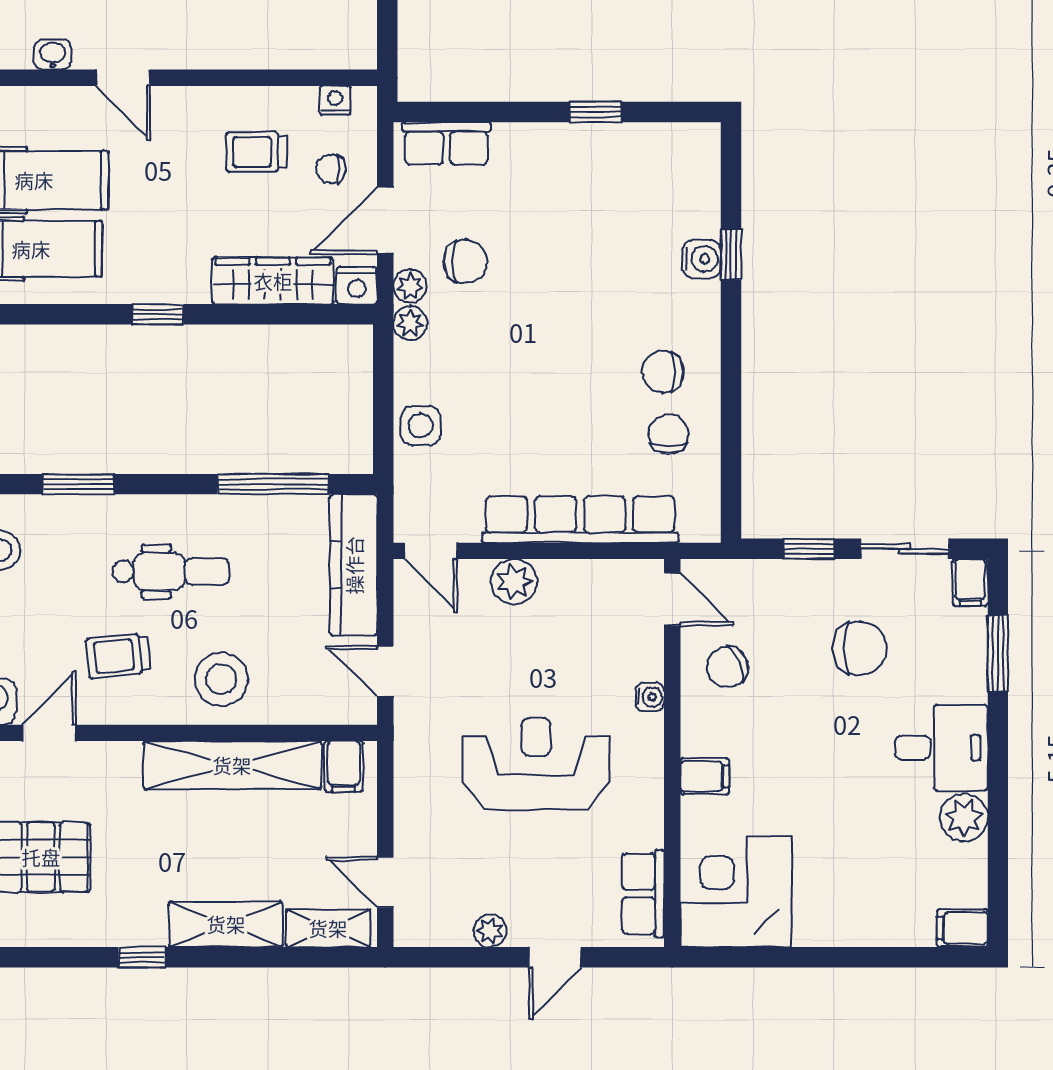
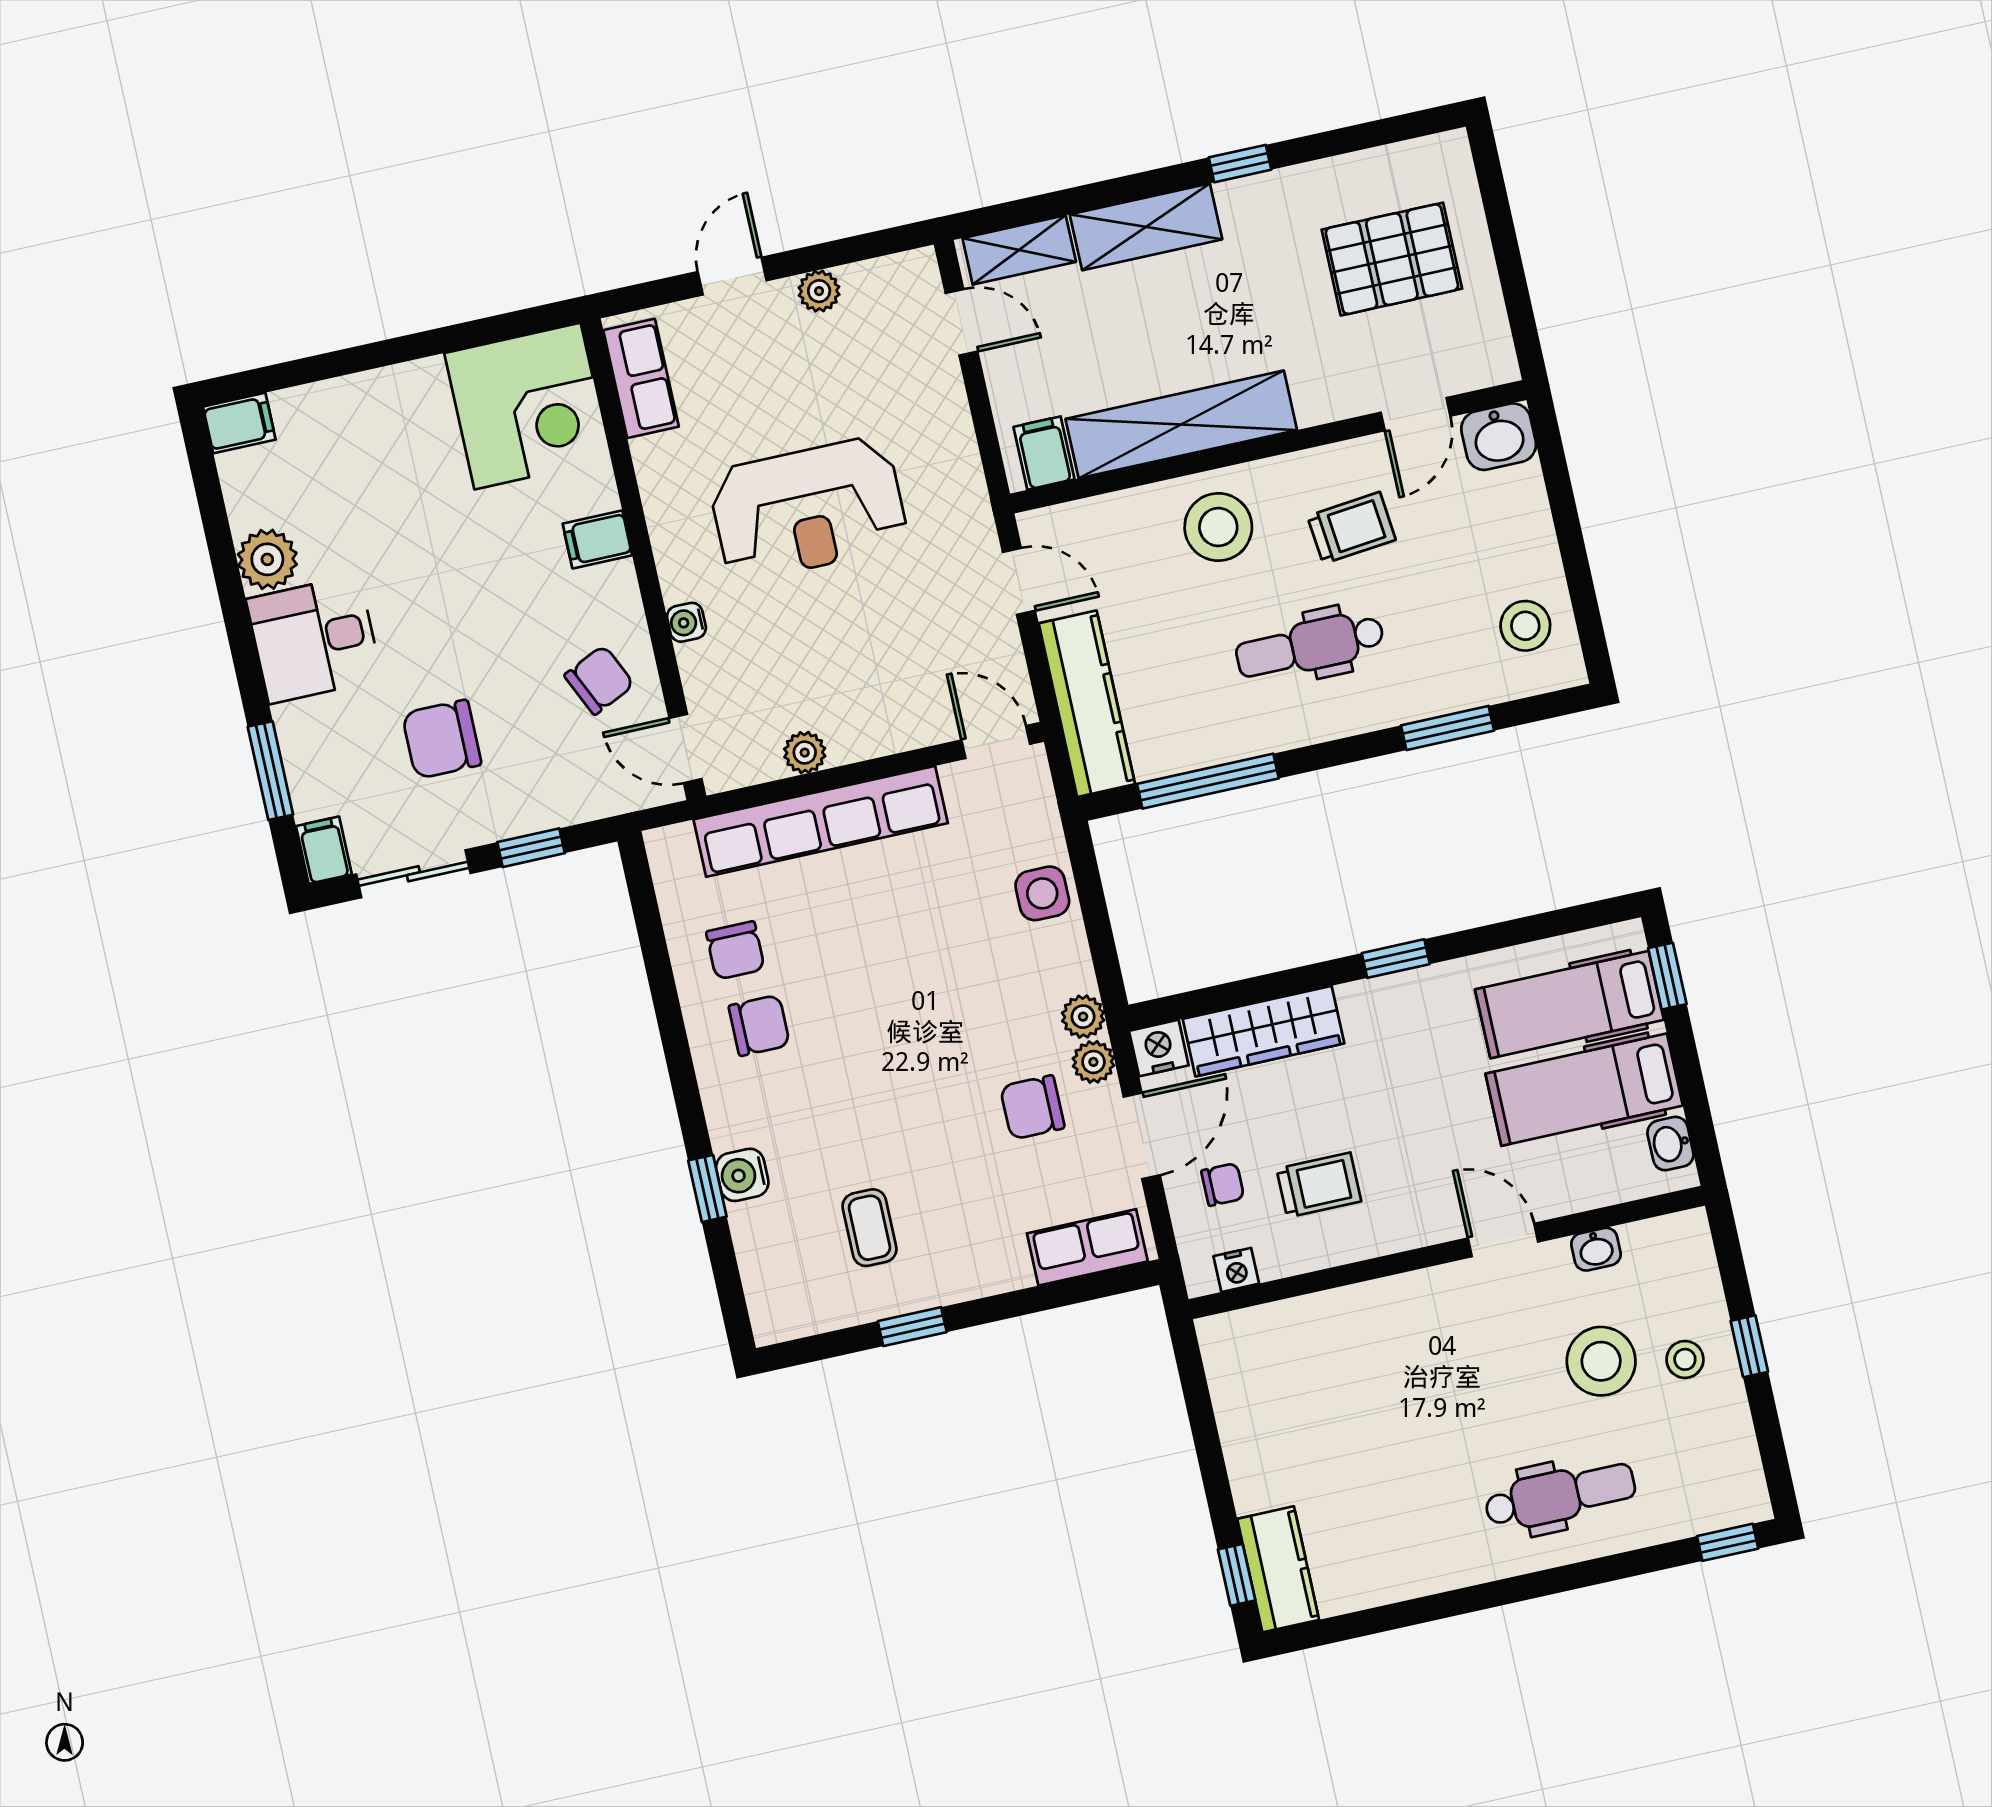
coffee table: (612, 196) -> (869, 1228), added
plant: (514, 582) -> (805, 753), moved, width x0.73, depth x0.73

